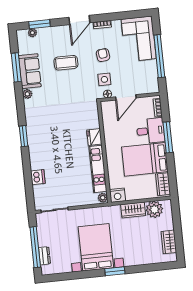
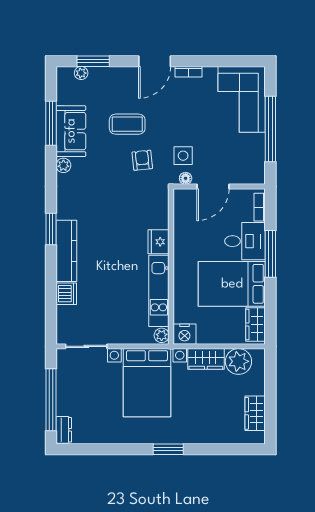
armchair: (103, 55) -> (142, 160), moved
kitchen counter: (35, 149) -> (66, 251), added
bed with nightstands: (96, 247) -> (147, 383), moved, turned 180
dresser: (44, 256) -> (64, 430), moved

